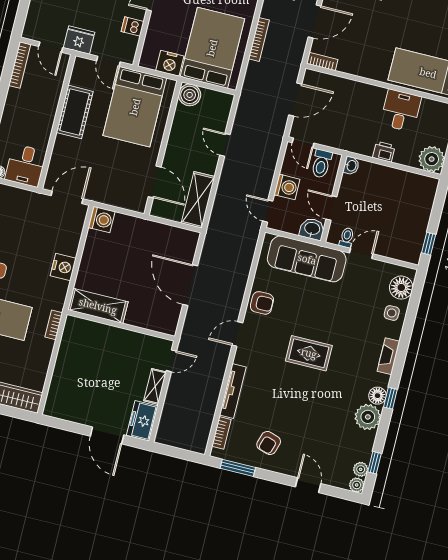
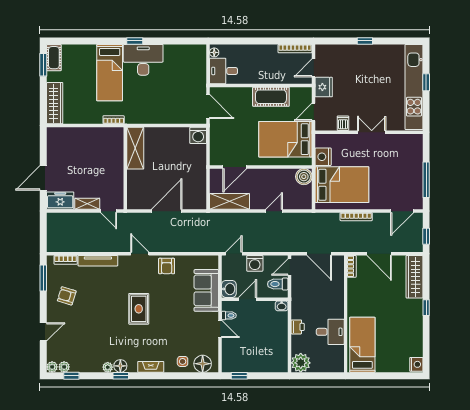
sofa: (307, 259) -> (206, 290), width x0.73
nightstand: (63, 267) -> (157, 116), removed
plant: (368, 417) -> (108, 367), width x0.53, depth x0.53

